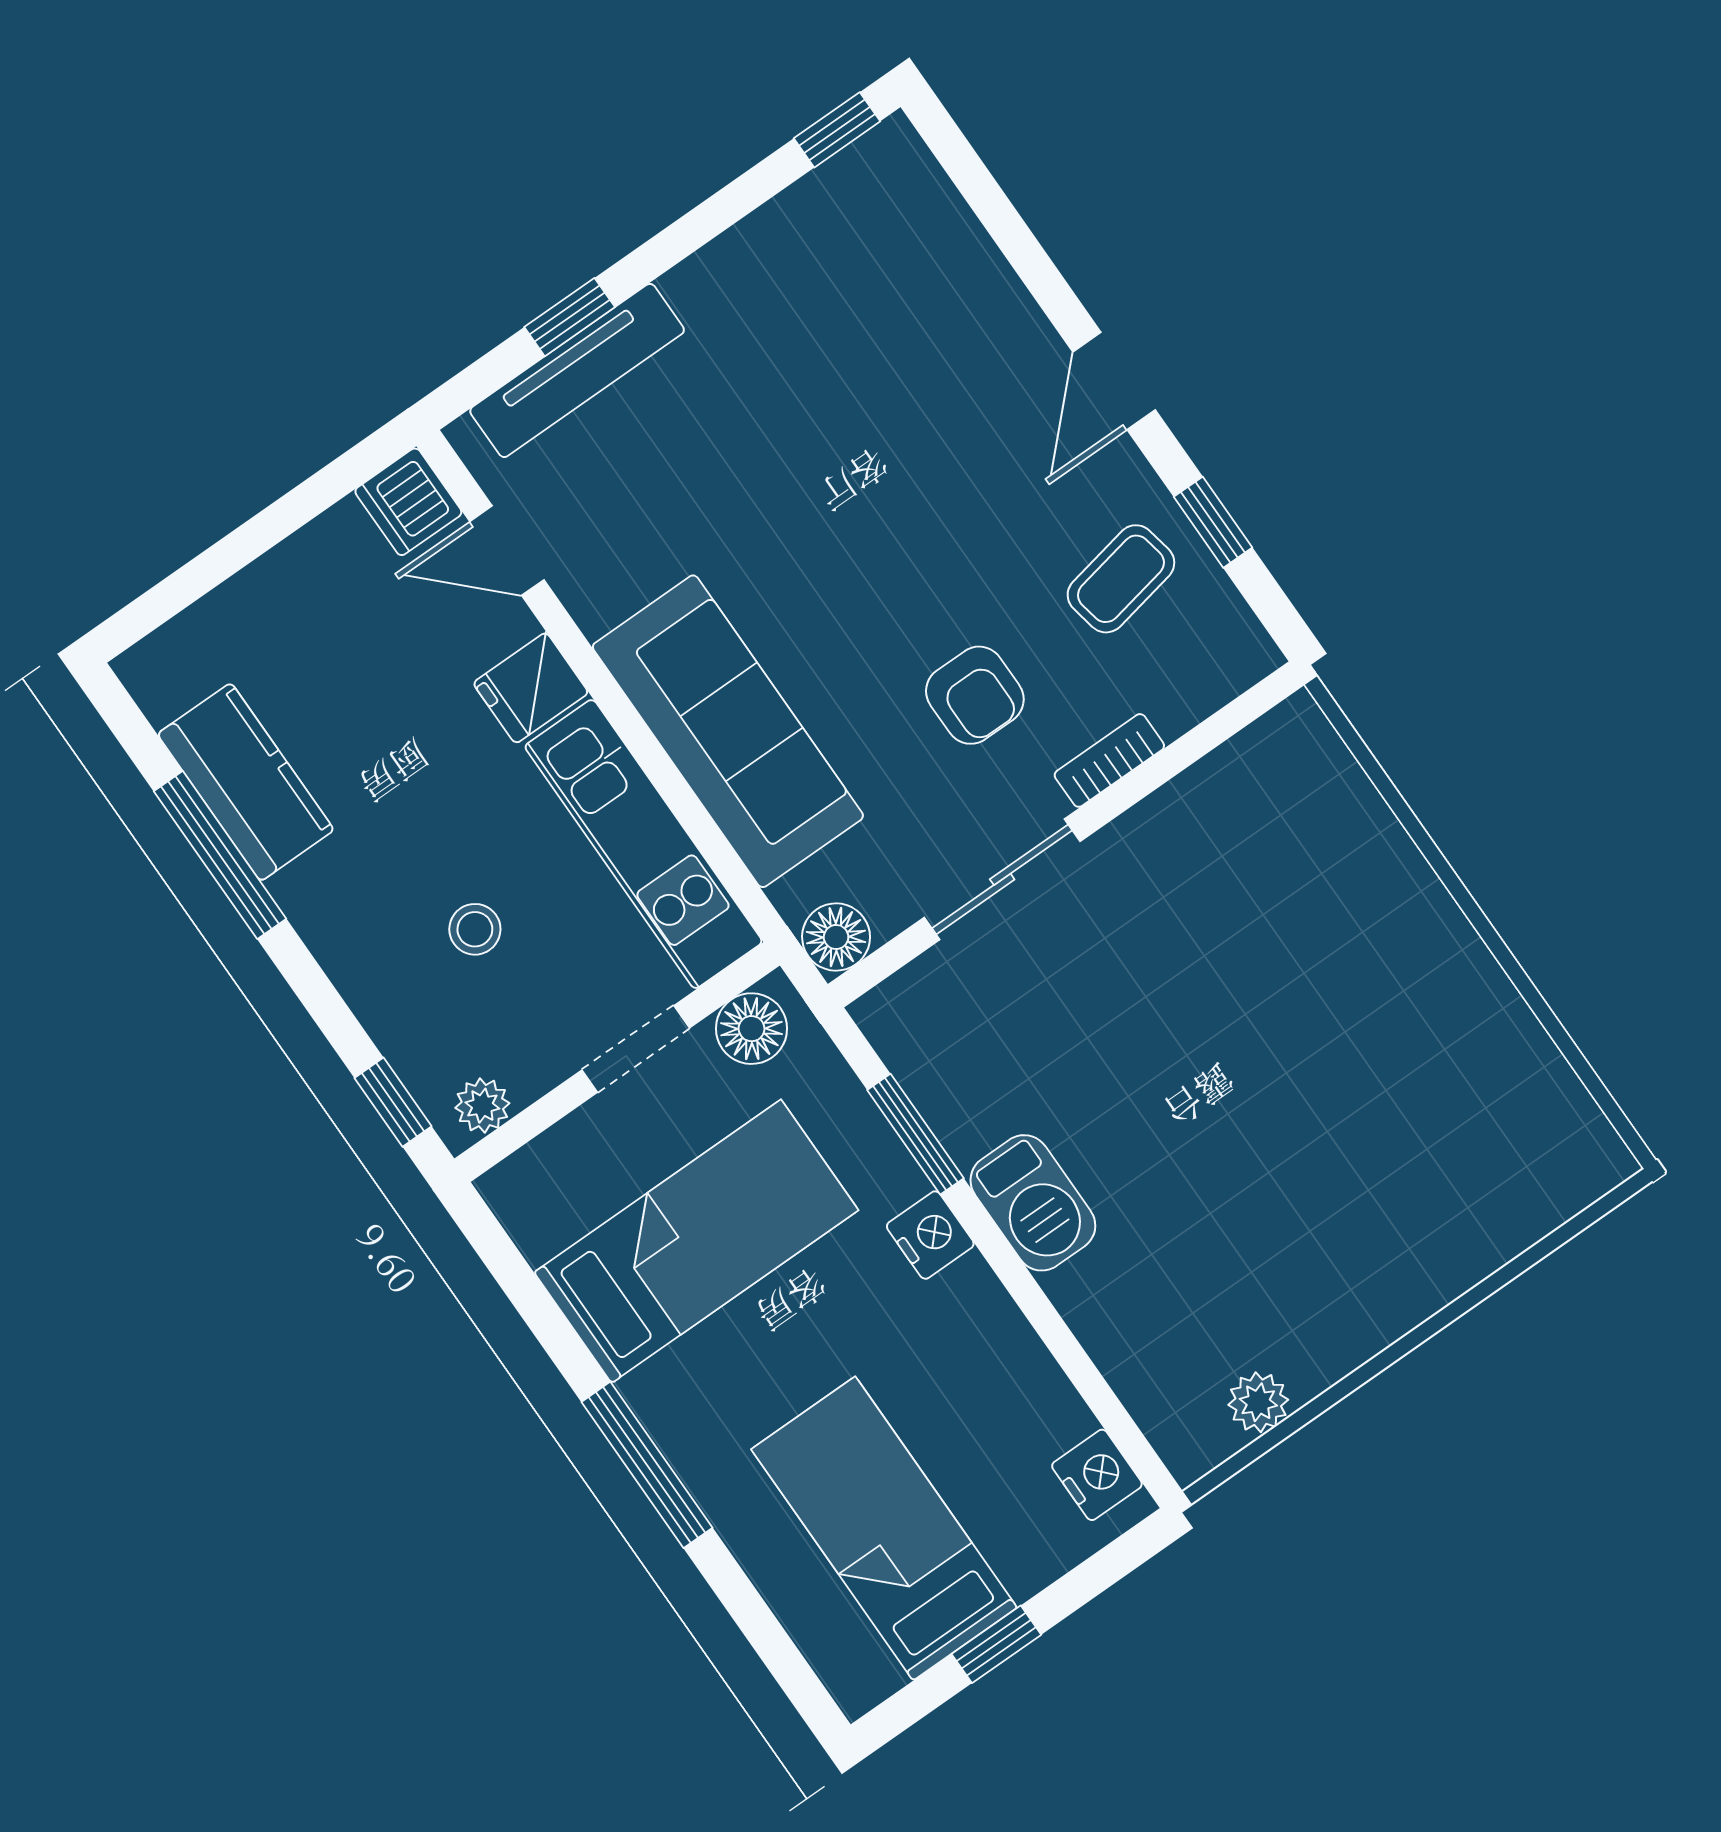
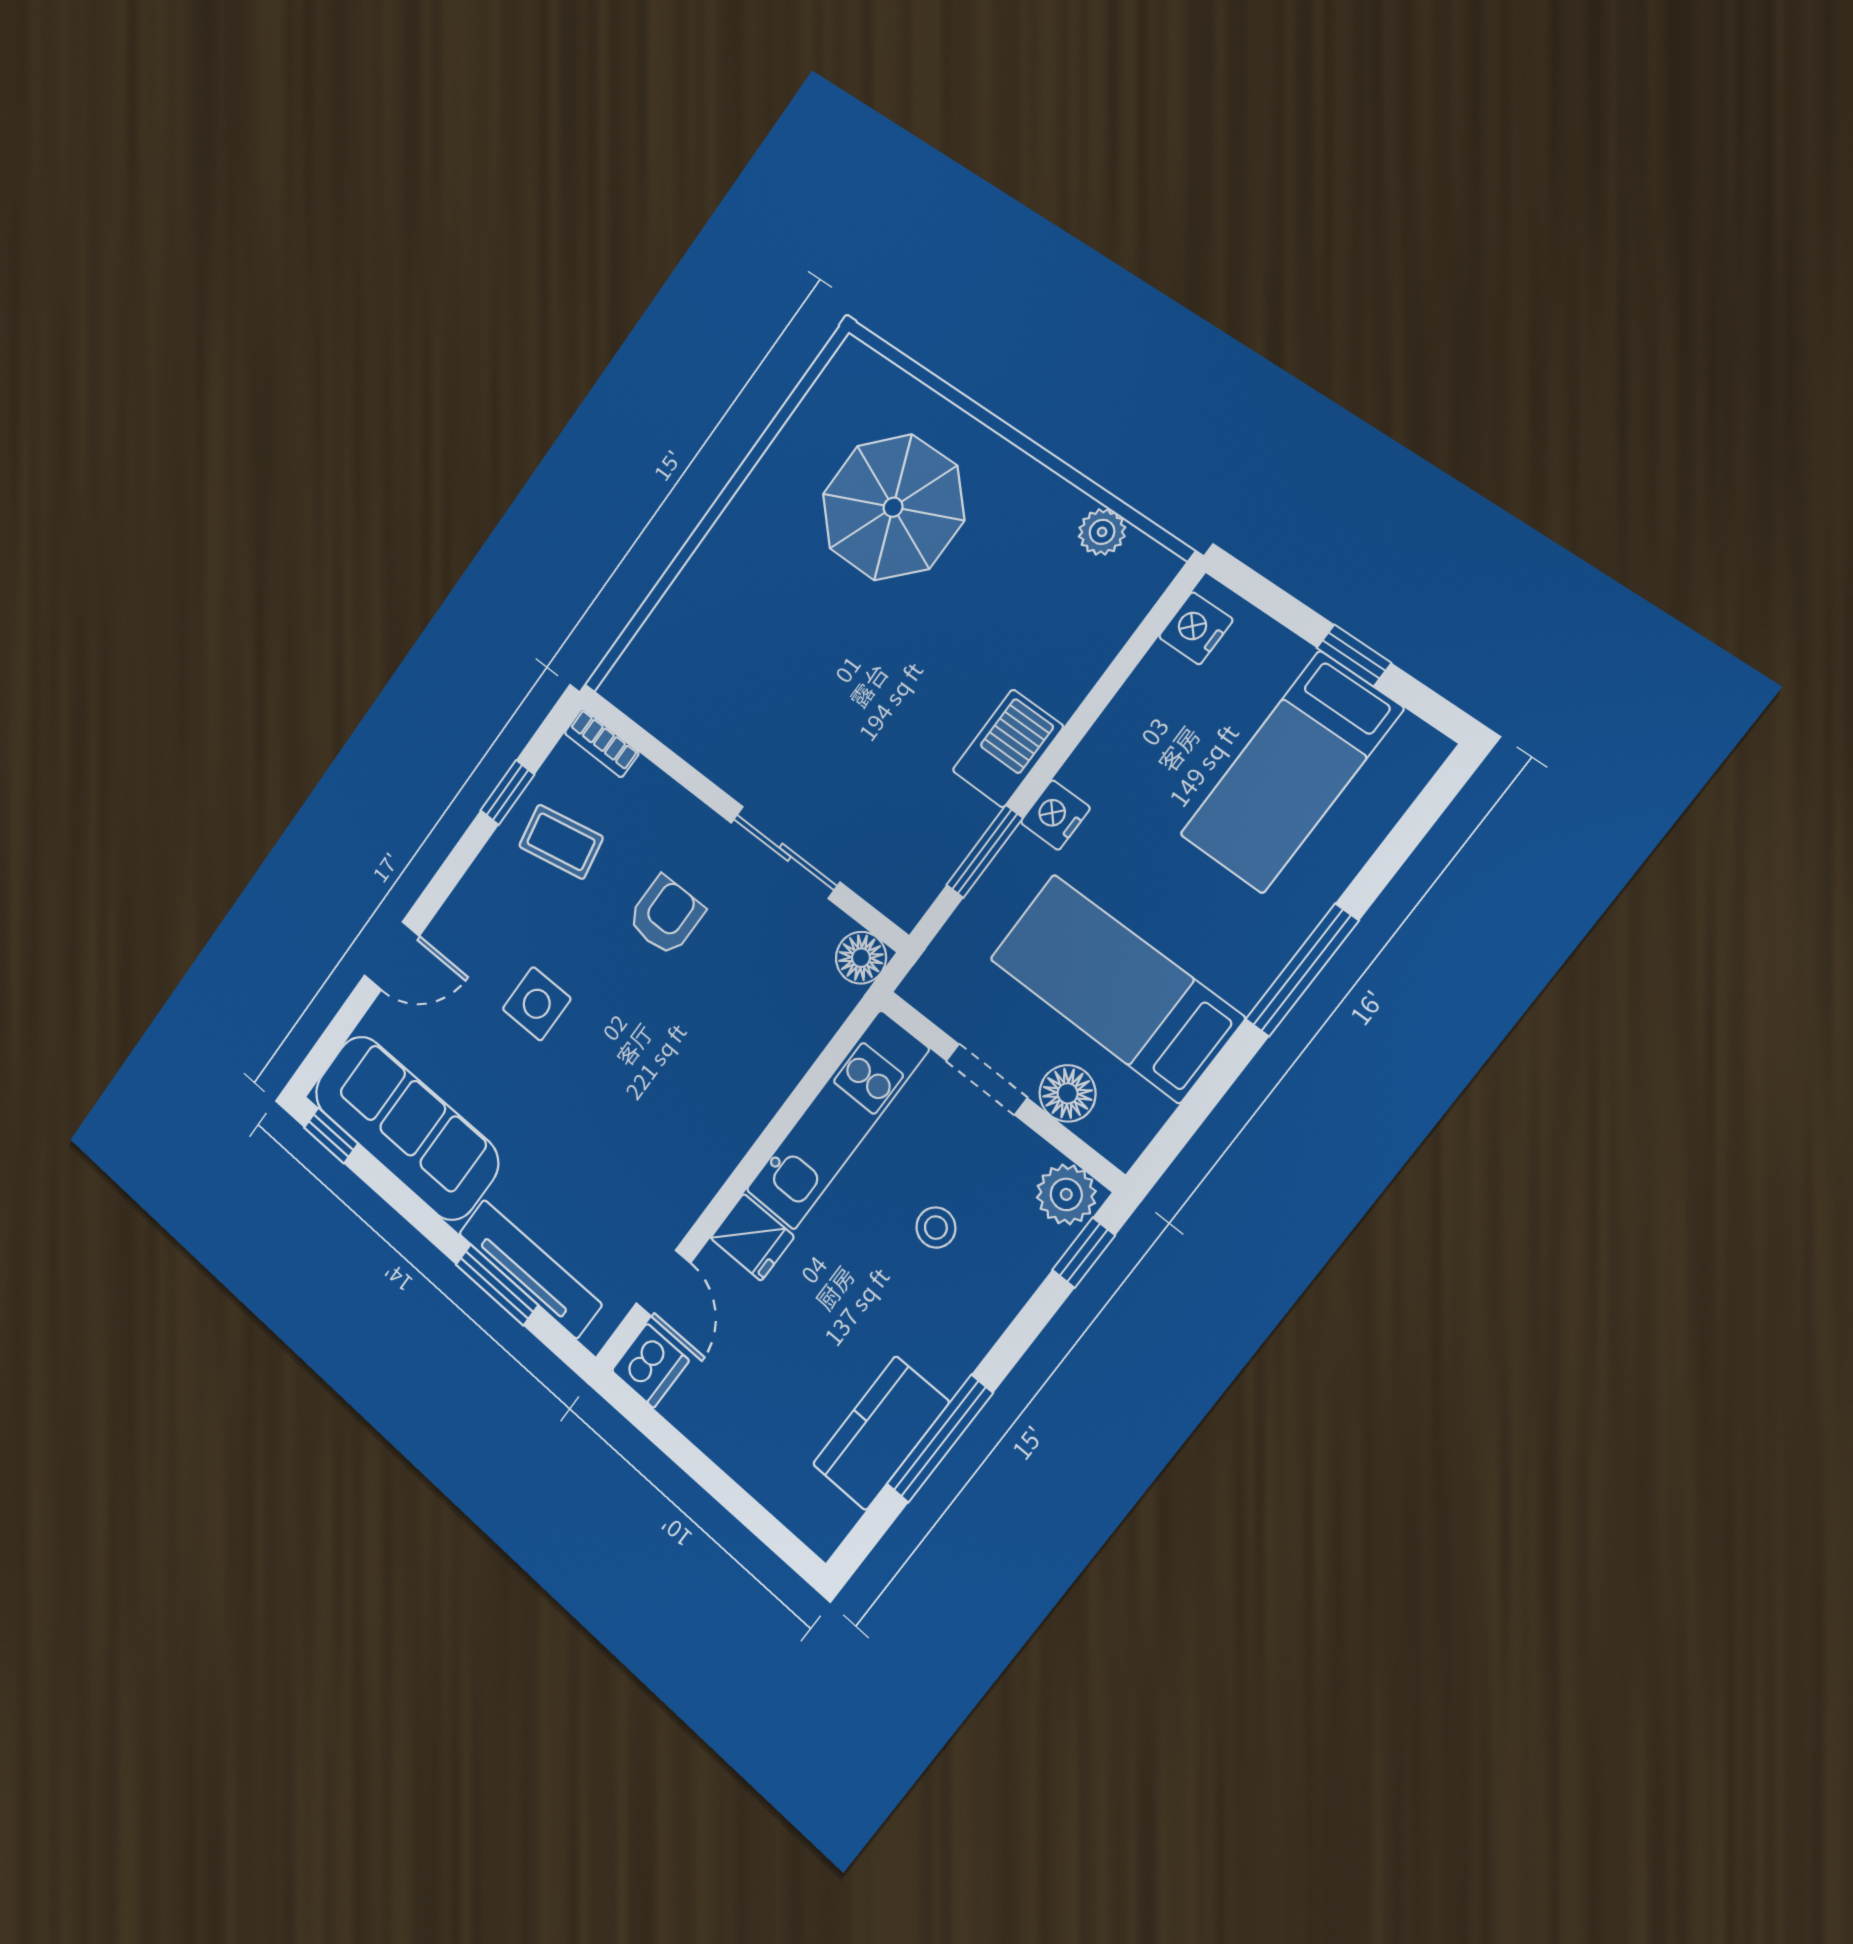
window: (570, 317) -> (497, 1285), width x1.50
door: (1114, 381) -> (392, 956), moved
side table: (919, 482) -> (537, 1004), added
sofa: (728, 731) -> (406, 1127), moved, turned 90
bookcase: (1109, 760) -> (602, 743), moved
floor lamp: (752, 1029) -> (1068, 1093), moved
plant: (482, 1106) -> (1066, 1194), width x1.38, depth x1.38
parasol: (1392, 1155) -> (893, 507), added

